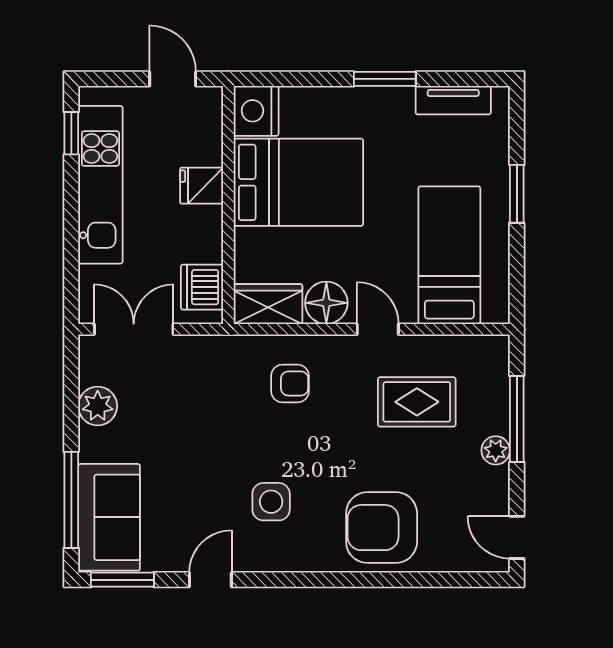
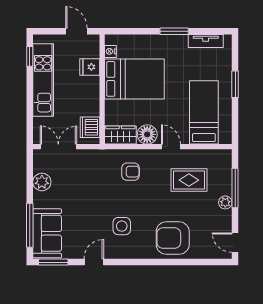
nightstand: (256, 111) -> (110, 51), width x0.53, depth x0.56
fridge: (202, 186) -> (90, 67), moved

